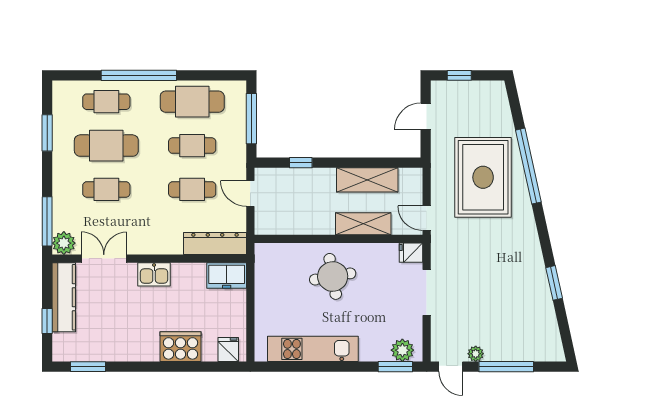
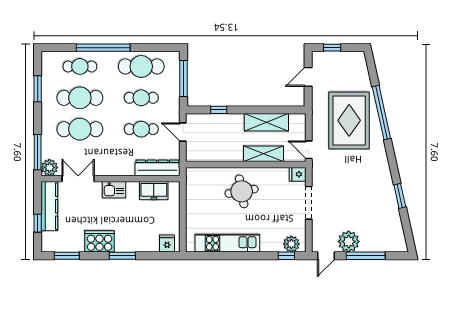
cafe table: (106, 189) -> (80, 129), width x1.37, depth x1.35
freezer: (227, 275) -> (154, 191), moved
cooker: (181, 347) -> (100, 241), moved
plant: (476, 354) -> (349, 242), width x1.87, depth x1.87
window: (166, 367) -> (122, 256), added
window: (395, 367) -> (286, 256), width x0.67
door: (451, 367) -> (326, 256), hinge flipped

